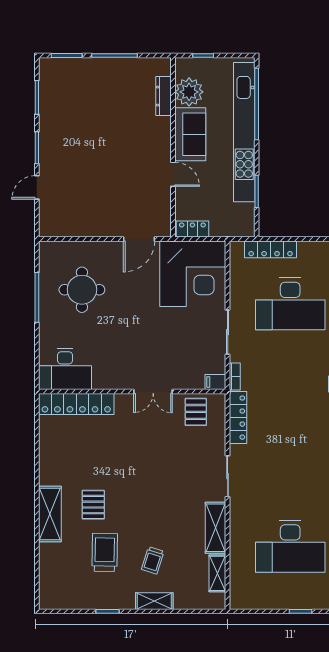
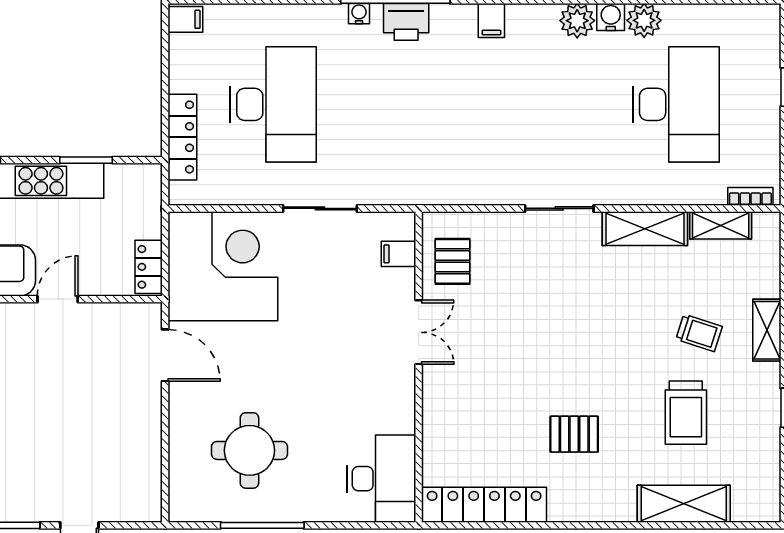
bookcase: (235, 376) -> (750, 196), moved
filing cabinet: (215, 382) -> (398, 254), moved, turned 90
locker: (76, 404) -> (484, 505), moved, turned -90
pallet: (196, 412) -> (452, 261), turned 90
locker: (238, 418) -> (462, 191), removed
pallet: (93, 505) -> (574, 434), moved
shelving: (50, 514) -> (684, 504), moved
trolley: (105, 552) -> (686, 413), turned -91

